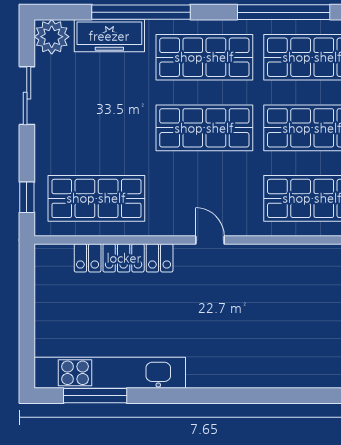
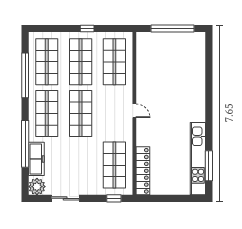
door: (210, 240) -> (134, 111), swing flipped
locker: (124, 258) -> (143, 171), moved

